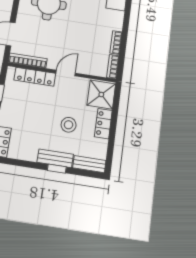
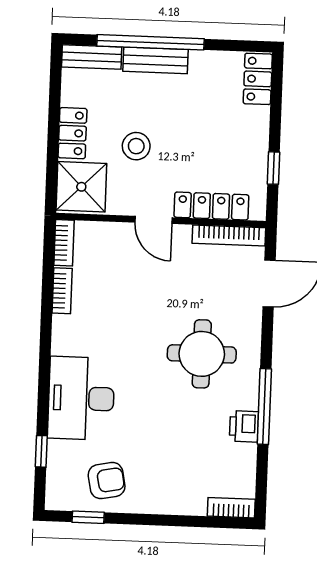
door: (66, 73) -> (153, 220), hinge flipped
stool: (69, 125) -> (136, 146), moved
window: (57, 169) -> (150, 42), width x3.17

